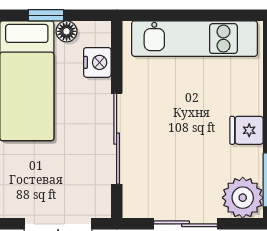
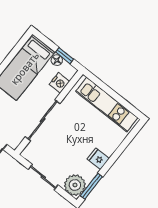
window: (46, 15) -> (65, 56), moved

